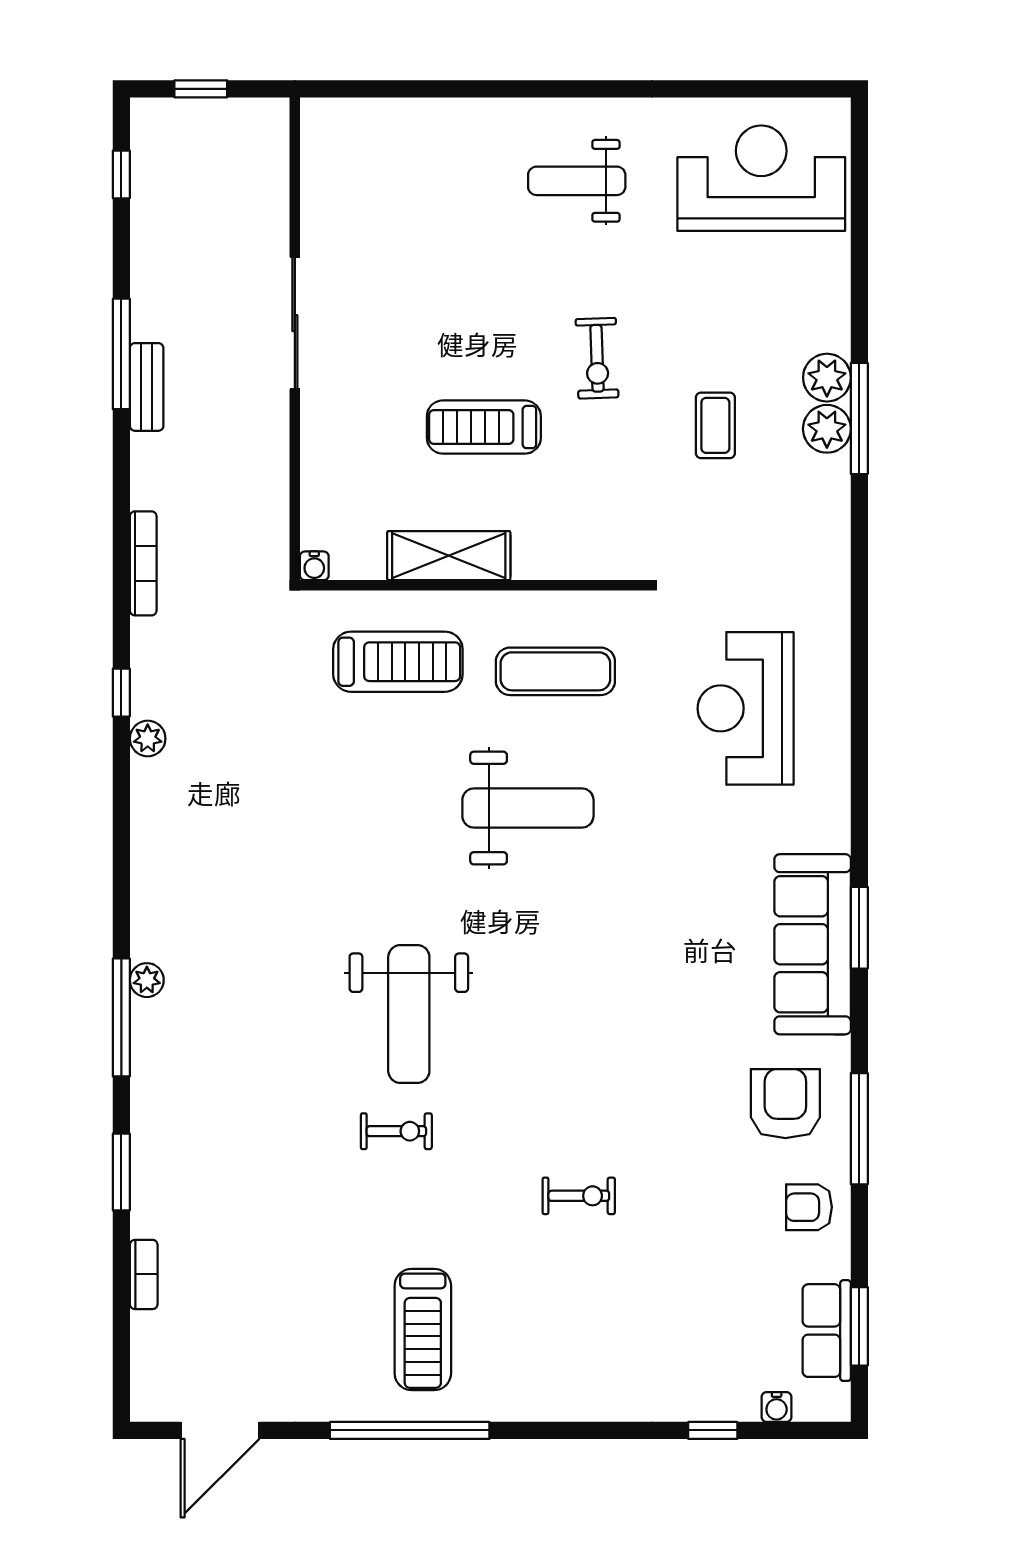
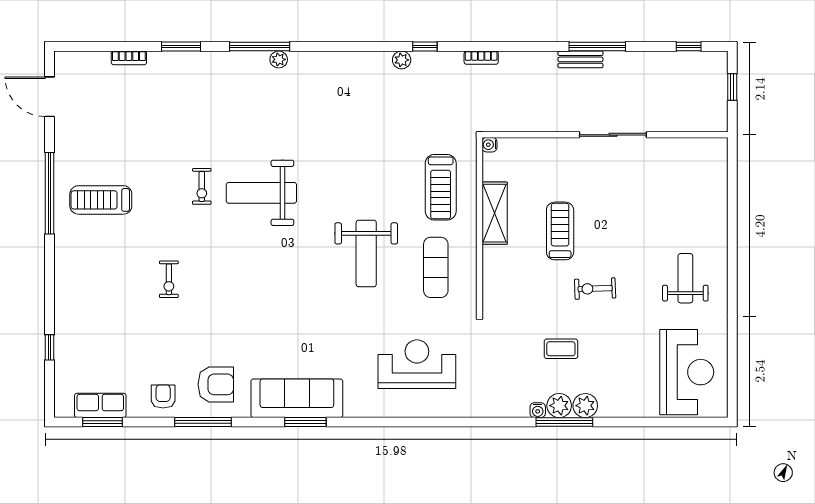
bookcase: (143, 563) -> (481, 58), width x0.64
water cooler: (777, 1407) -> (538, 410), moved, turned -90

